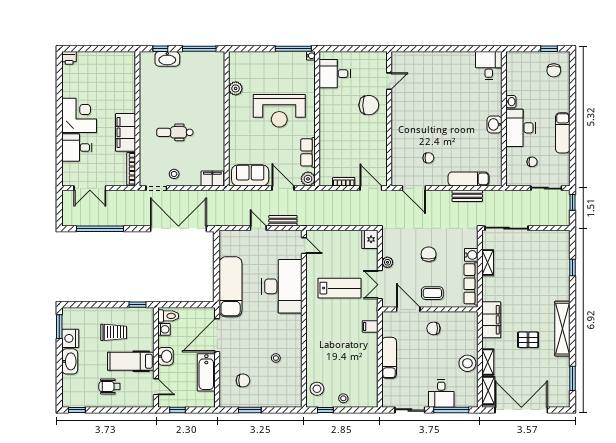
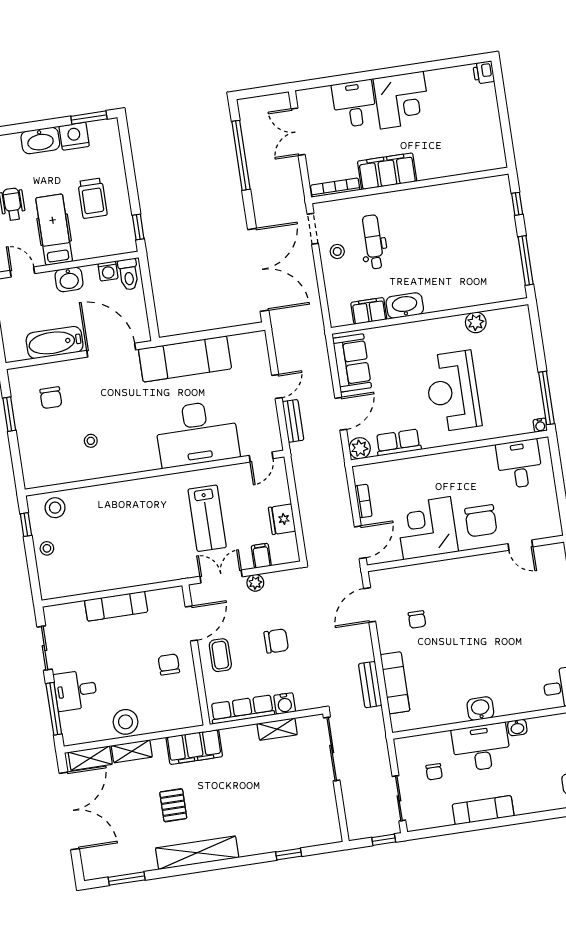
washbasin: (167, 59) -> (405, 306), moved, turned 90
dental chair: (175, 132) -> (373, 242), moved
corner desk: (368, 142) -> (427, 528), added
filing cabinet: (212, 179) -> (369, 311), moved, turned -90
fridge: (370, 239) -> (282, 519), moved, turned -90
filing cabinet: (370, 326) -> (261, 556), moved
door: (156, 387) -> (22, 272), swing flipped

